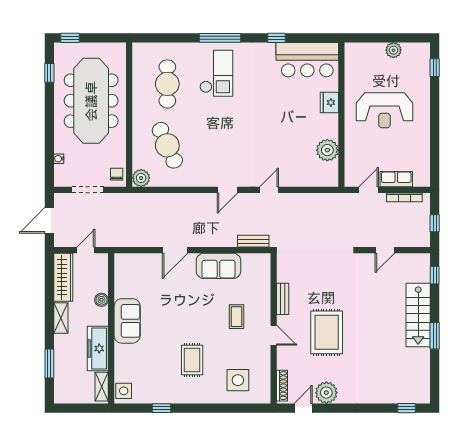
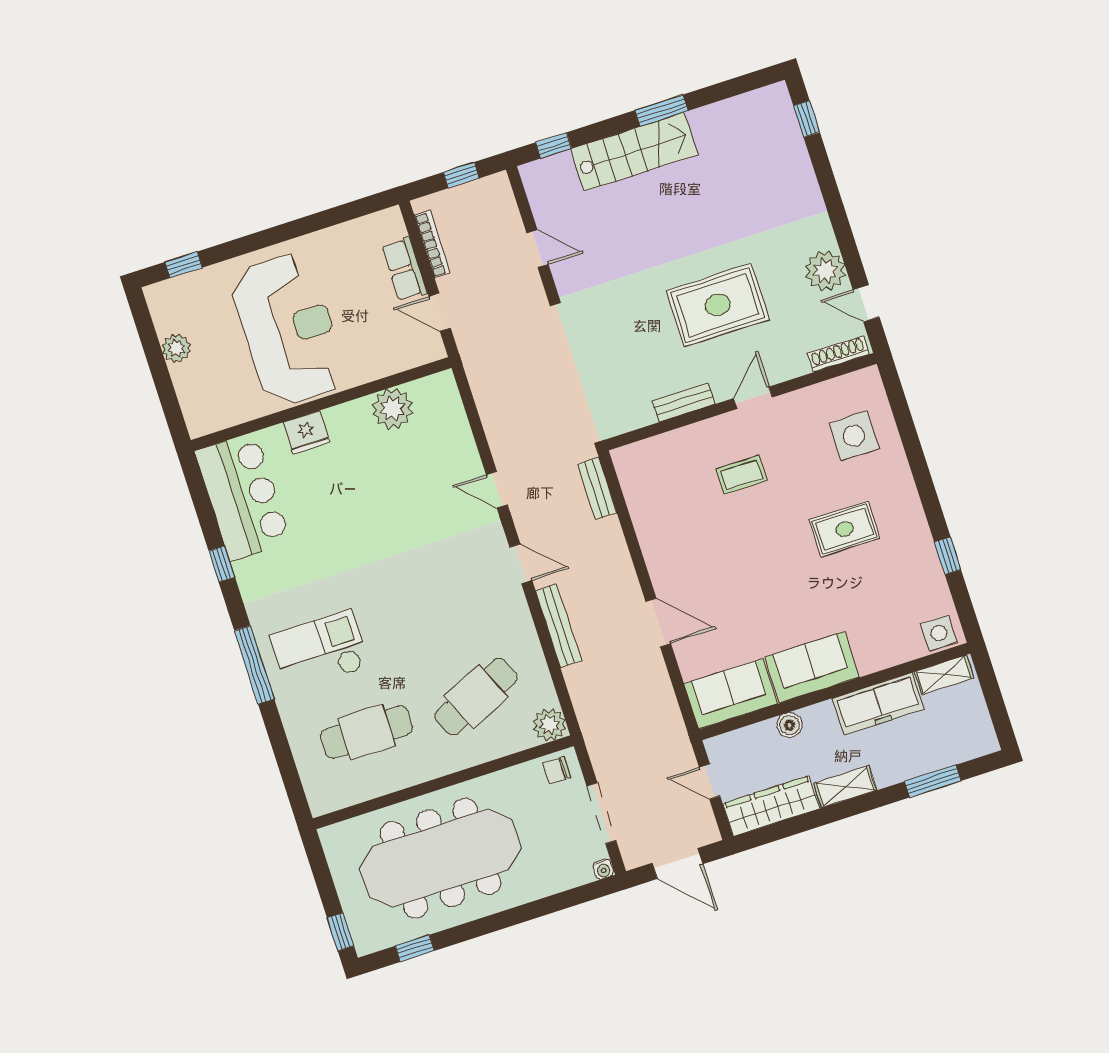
reception desk: (385, 110) -> (289, 330), width x1.36, depth x1.30
water cooler: (59, 159) -> (603, 869), moved
bench: (190, 199) -> (559, 626), added
sofa: (218, 266) -> (731, 694), moved, turned -90

